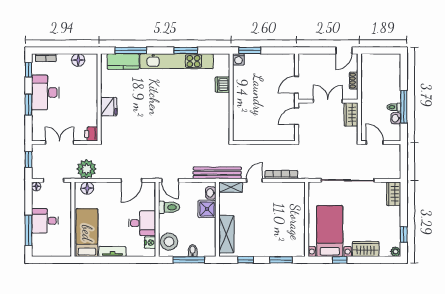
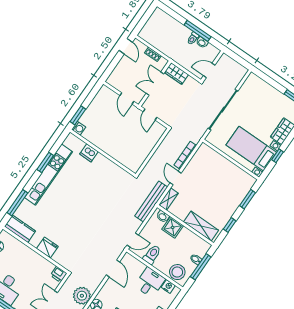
kitchen counter: (123, 62) -> (20, 229), moved, turned -90
wardrobe: (394, 194) -> (256, 83), removed

